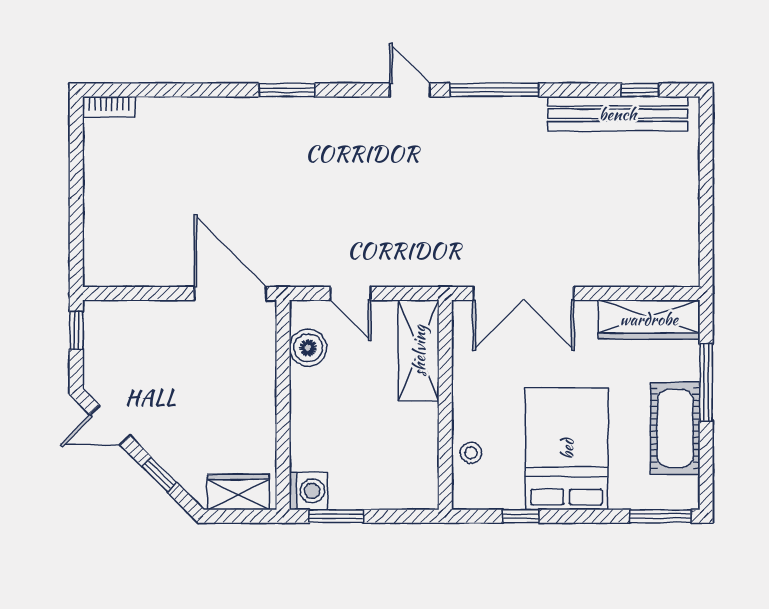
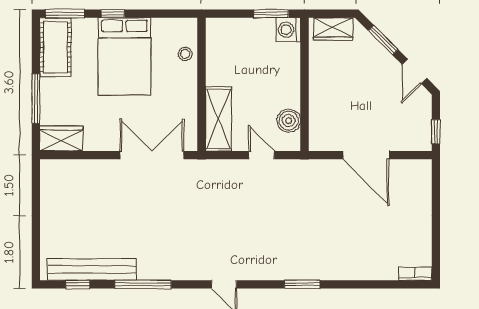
window: (494, 90) -> (143, 284), moved
door: (230, 293) -> (366, 155), moved
wardrobe: (649, 319) -> (61, 139), width x0.67
door: (110, 425) -> (415, 71), swing flipped
cot: (675, 428) -> (55, 47), moved
window: (159, 474) -> (383, 40), width x1.50
window: (521, 516) -> (113, 14), moved

